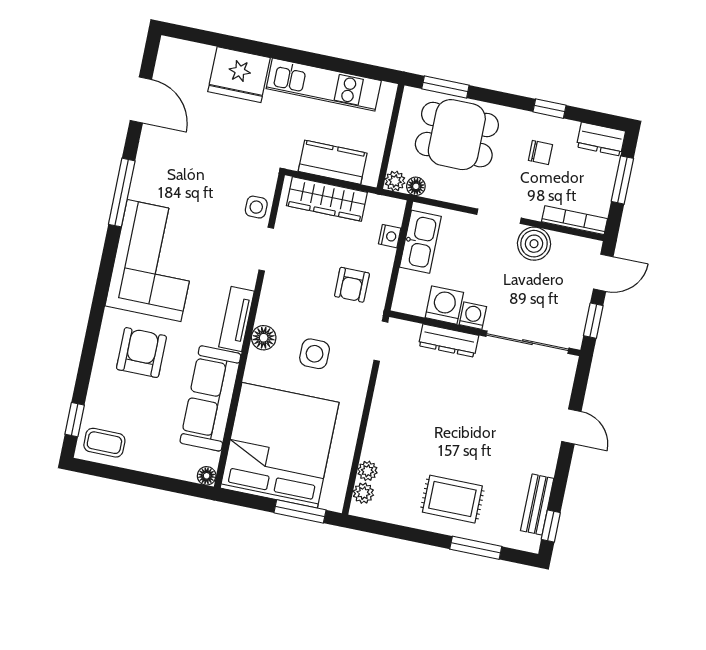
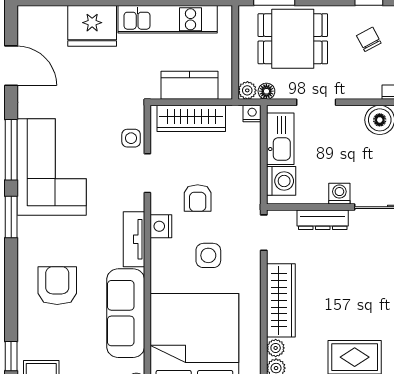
chair: (540, 153) -> (369, 39), turned -118
doorway: (499, 216) -> (316, 102), moved
nightstand: (390, 236) -> (252, 114), moved, turned -90
corner sofa: (154, 261) -> (52, 167), moved
window: (106, 266) -> (11, 217), added
armchair: (352, 285) -> (198, 198), moved
washing machine: (444, 305) -> (281, 181), moved, turned 90
nightstand: (269, 311) -> (161, 226), added
floor lamp: (264, 338) -> (161, 251), removed
wardrobe: (384, 420) -> (281, 300), added

